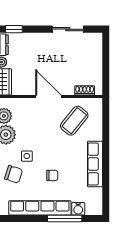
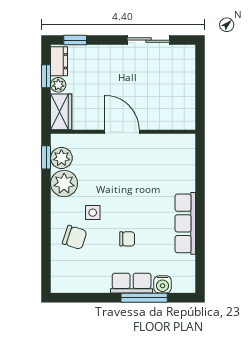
shoe rack: (85, 90) -> (171, 123), removed
coffee table: (74, 121) -> (157, 164), removed
row of seats: (40, 208) -> (132, 283), width x0.50

